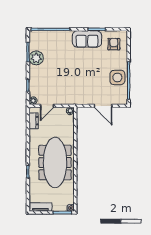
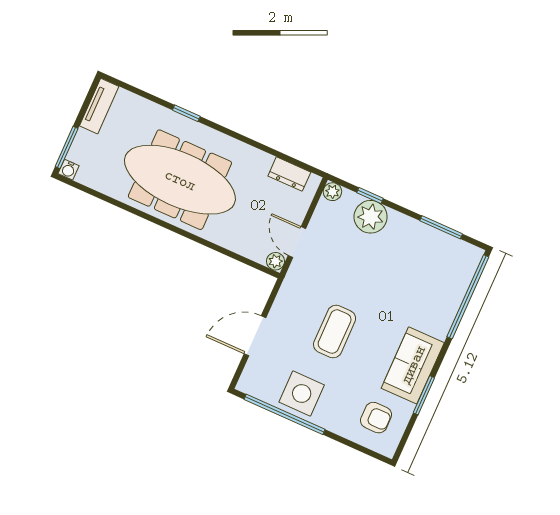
plant: (36, 58) -> (371, 217), moved
coffee table: (87, 75) -> (335, 332), added
door: (47, 106) -> (297, 242), moved

